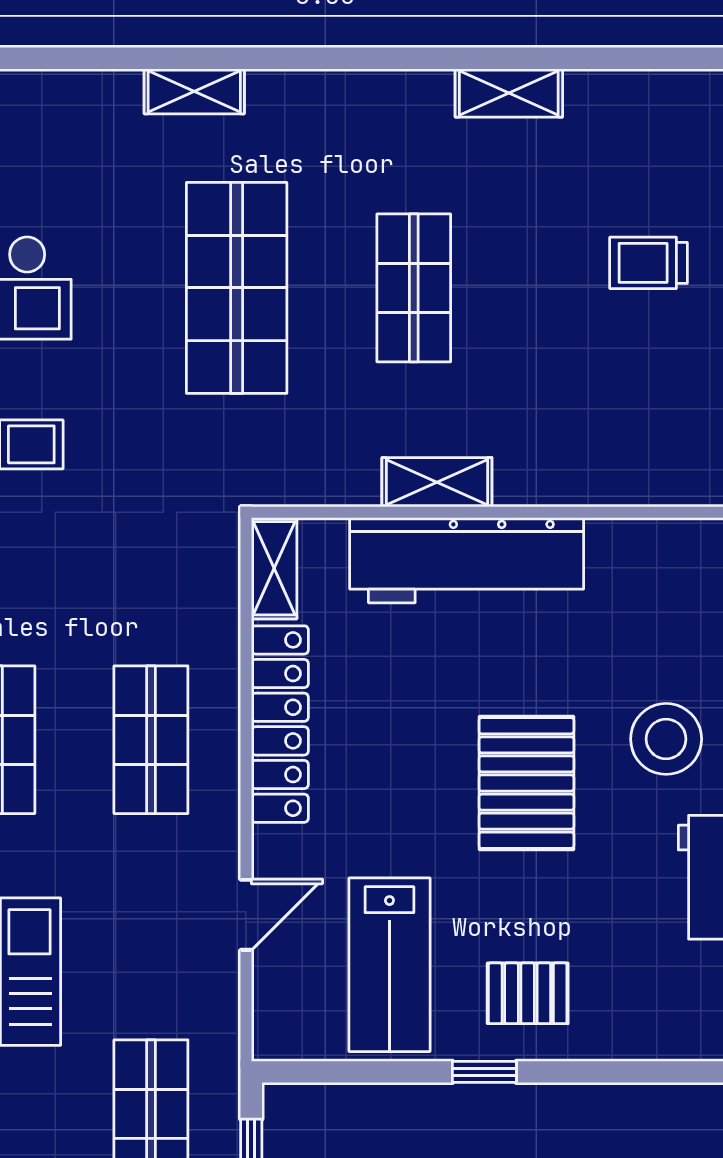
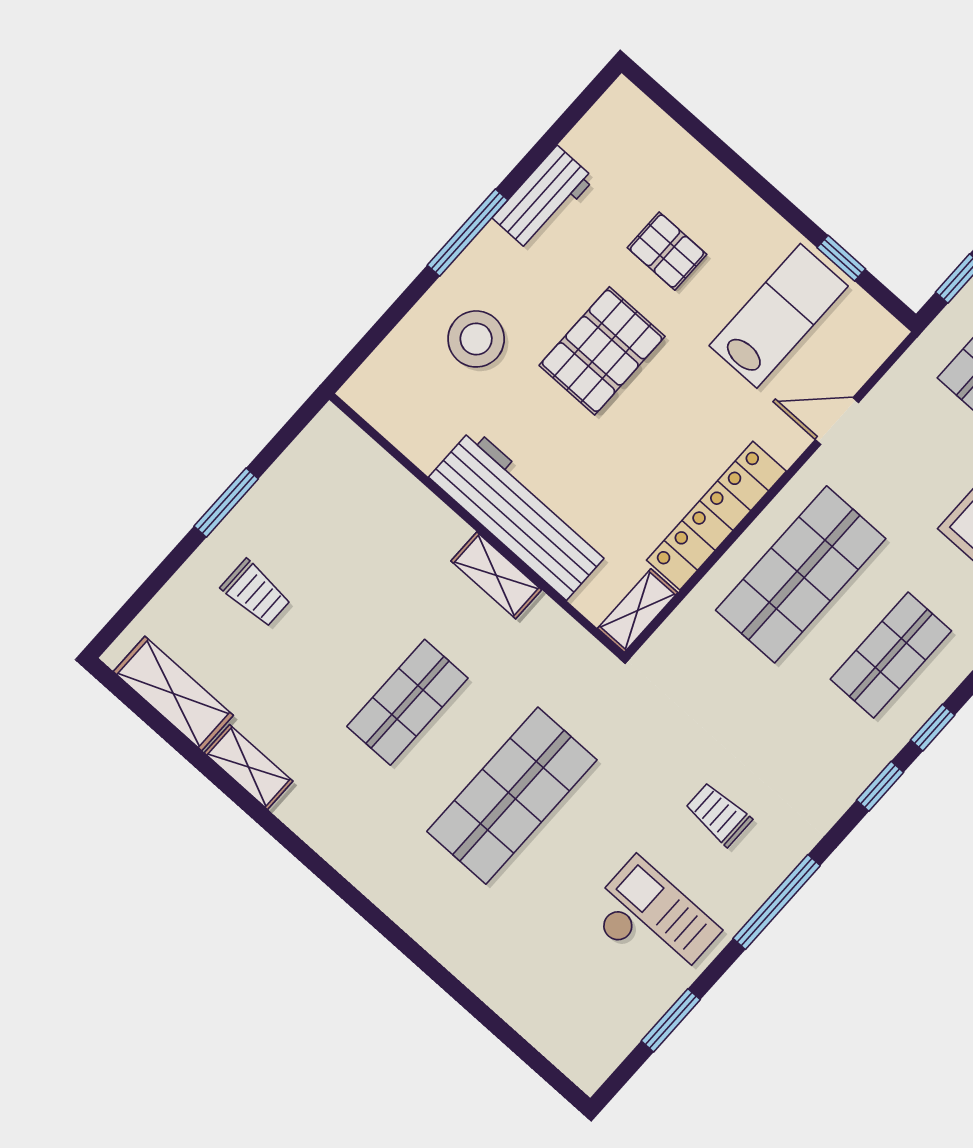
shelving: (194, 91) -> (173, 693), moved, width x1.50, depth x1.33
stool: (666, 739) -> (476, 339), moved
shop shelf: (151, 740) -> (801, 574), width x1.43, depth x1.36
pallet: (528, 993) -> (667, 251), moved
window: (484, 1072) -> (841, 258), moved

